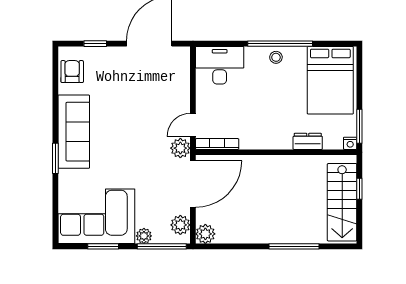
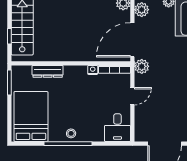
desk: (220, 65) -> (117, 128), width x0.73
door: (193, 125) -> (132, 96), moved
dresser: (308, 141) -> (48, 71), width x1.44
nightstand: (350, 143) -> (93, 70), moved

